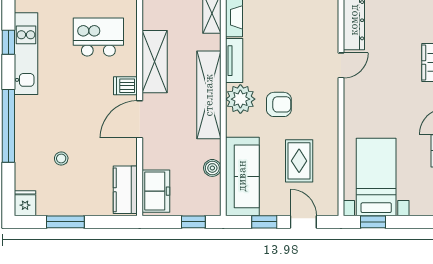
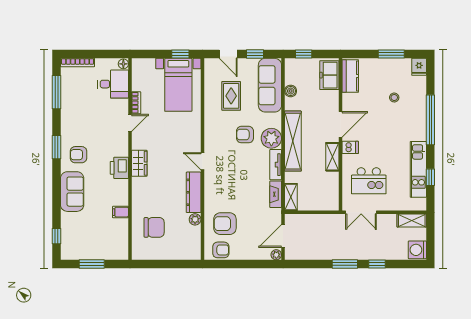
shelving: (155, 62) -> (332, 157), width x0.67, depth x0.75
door: (341, 65) -> (202, 161), hinge flipped

